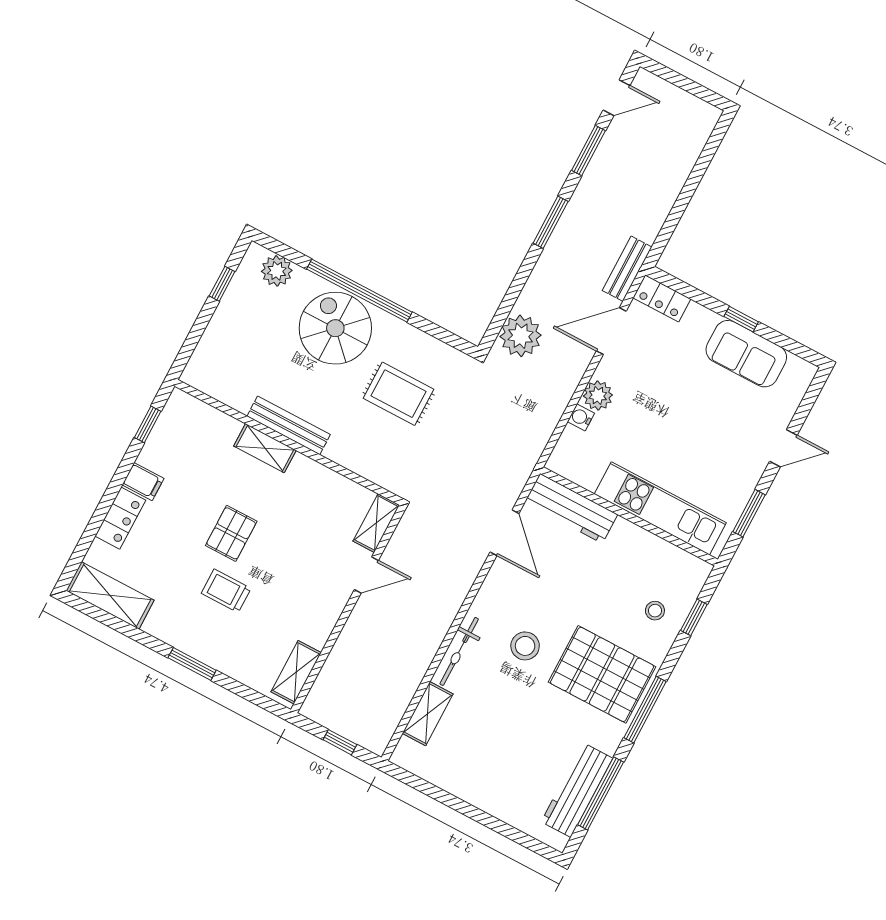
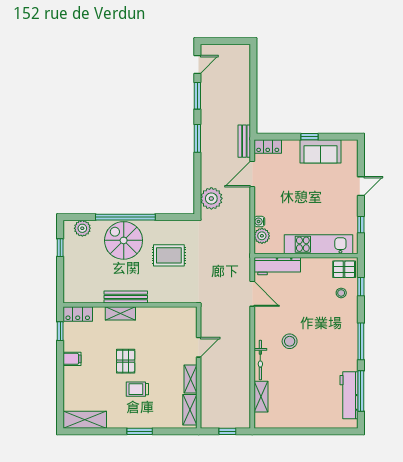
plant: (598, 395) -> (262, 236), moved
window: (749, 513) -> (361, 225), width x0.67
locker: (120, 518) -> (78, 314), moved, turned 90
shelving: (376, 523) -> (190, 379), moved
pallet: (602, 674) -> (344, 269), moved, width x0.49, depth x0.50

